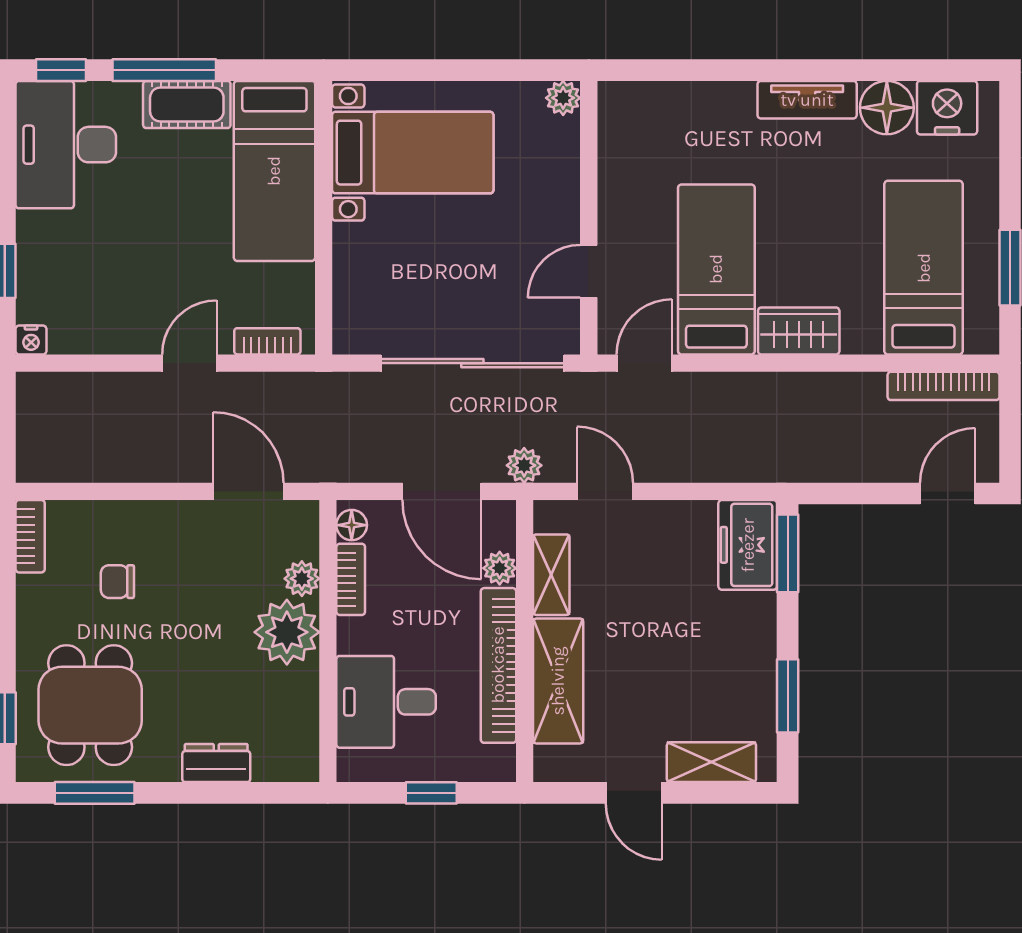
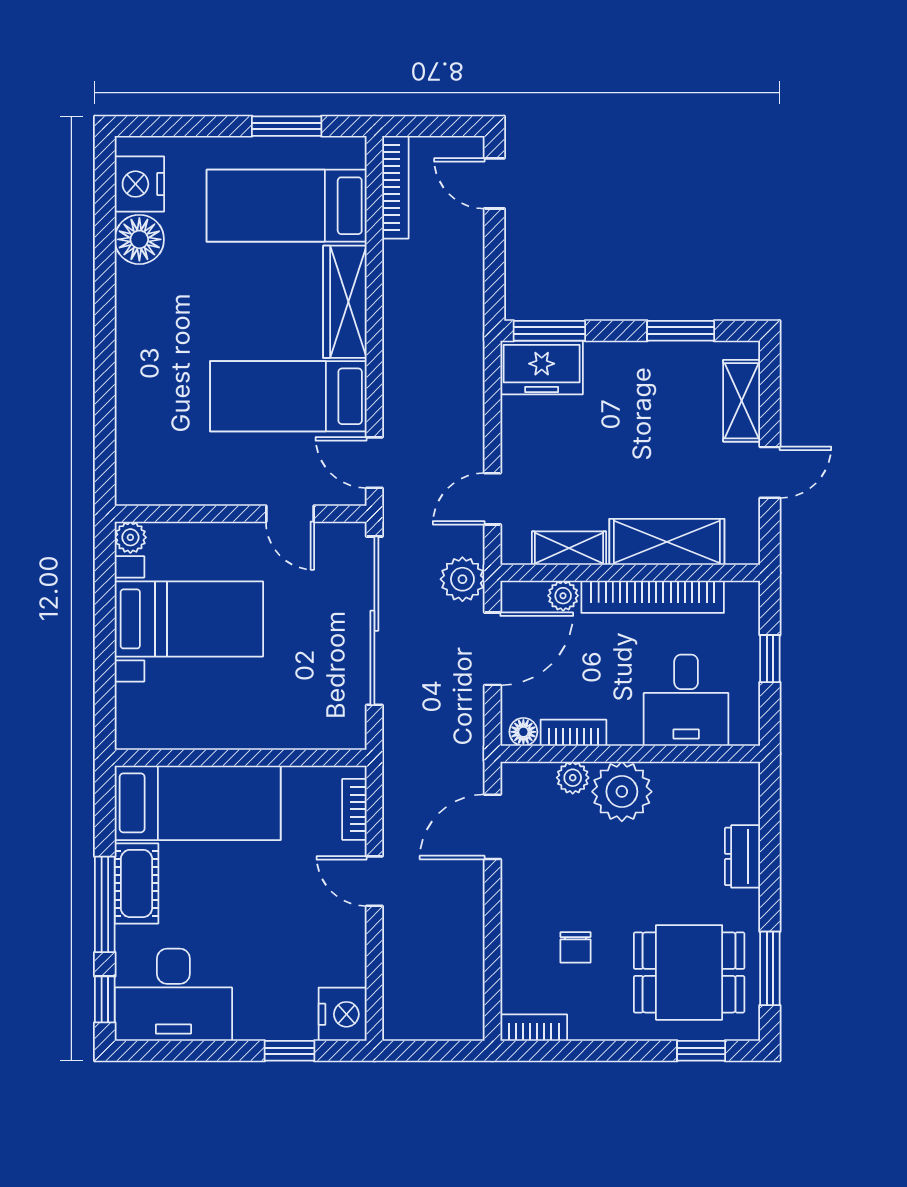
tv unit: (807, 100) -> (132, 313), removed
bed with nightstands: (413, 153) -> (189, 619), moved, turned 90
wardrobe: (799, 331) -> (345, 302), width x1.50
nightstand: (31, 340) -> (343, 1014), width x1.89, depth x1.79
plant: (524, 465) -> (462, 579), width x1.38, depth x1.38

